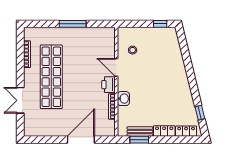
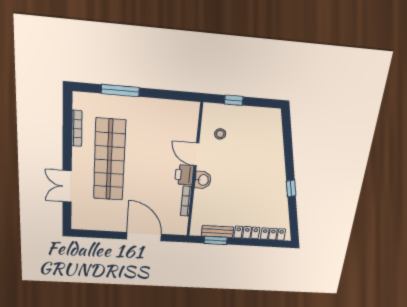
window: (73, 24) -> (120, 91), moved
window: (160, 24) -> (234, 100), moved
washbasin: (123, 99) -> (203, 180), moved
window: (200, 113) -> (291, 188), moved
door: (81, 140) -> (144, 237), hinge flipped

